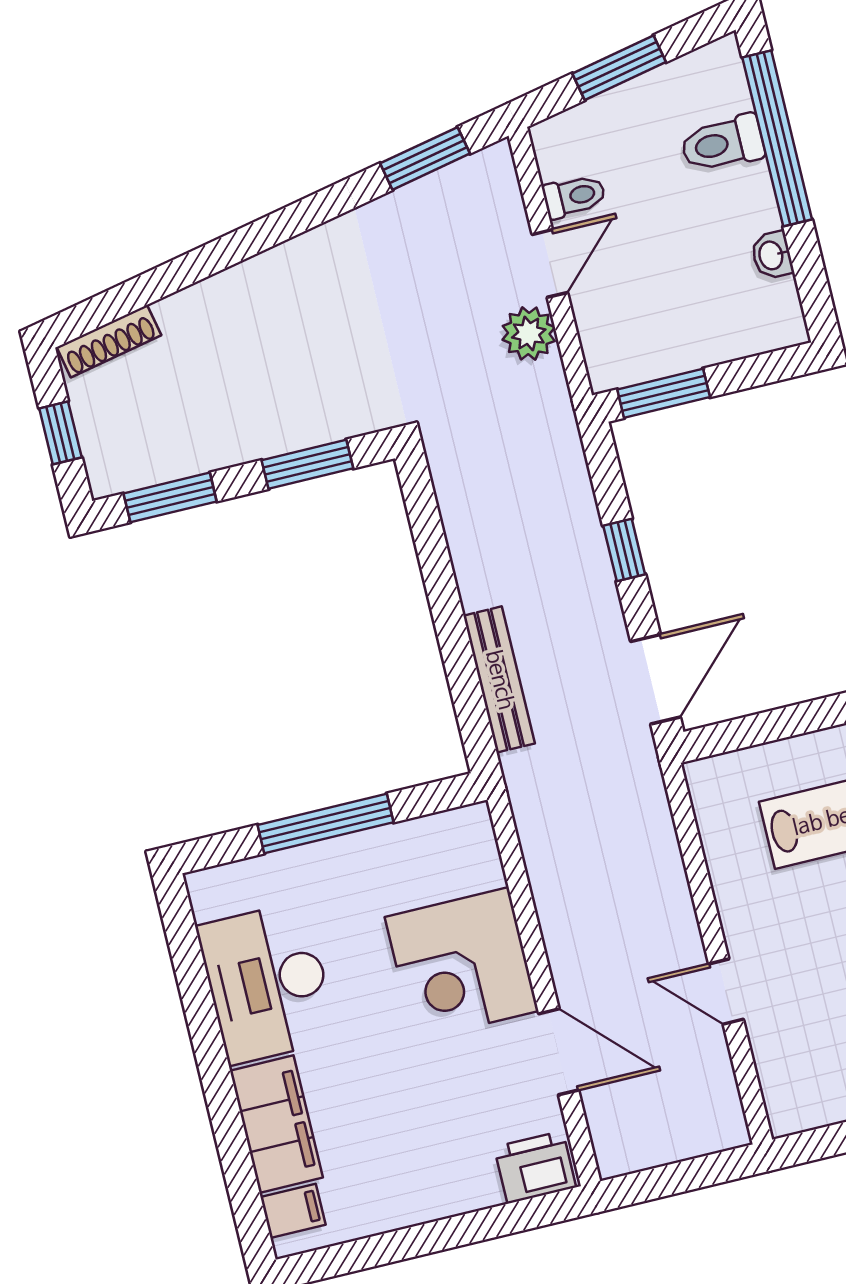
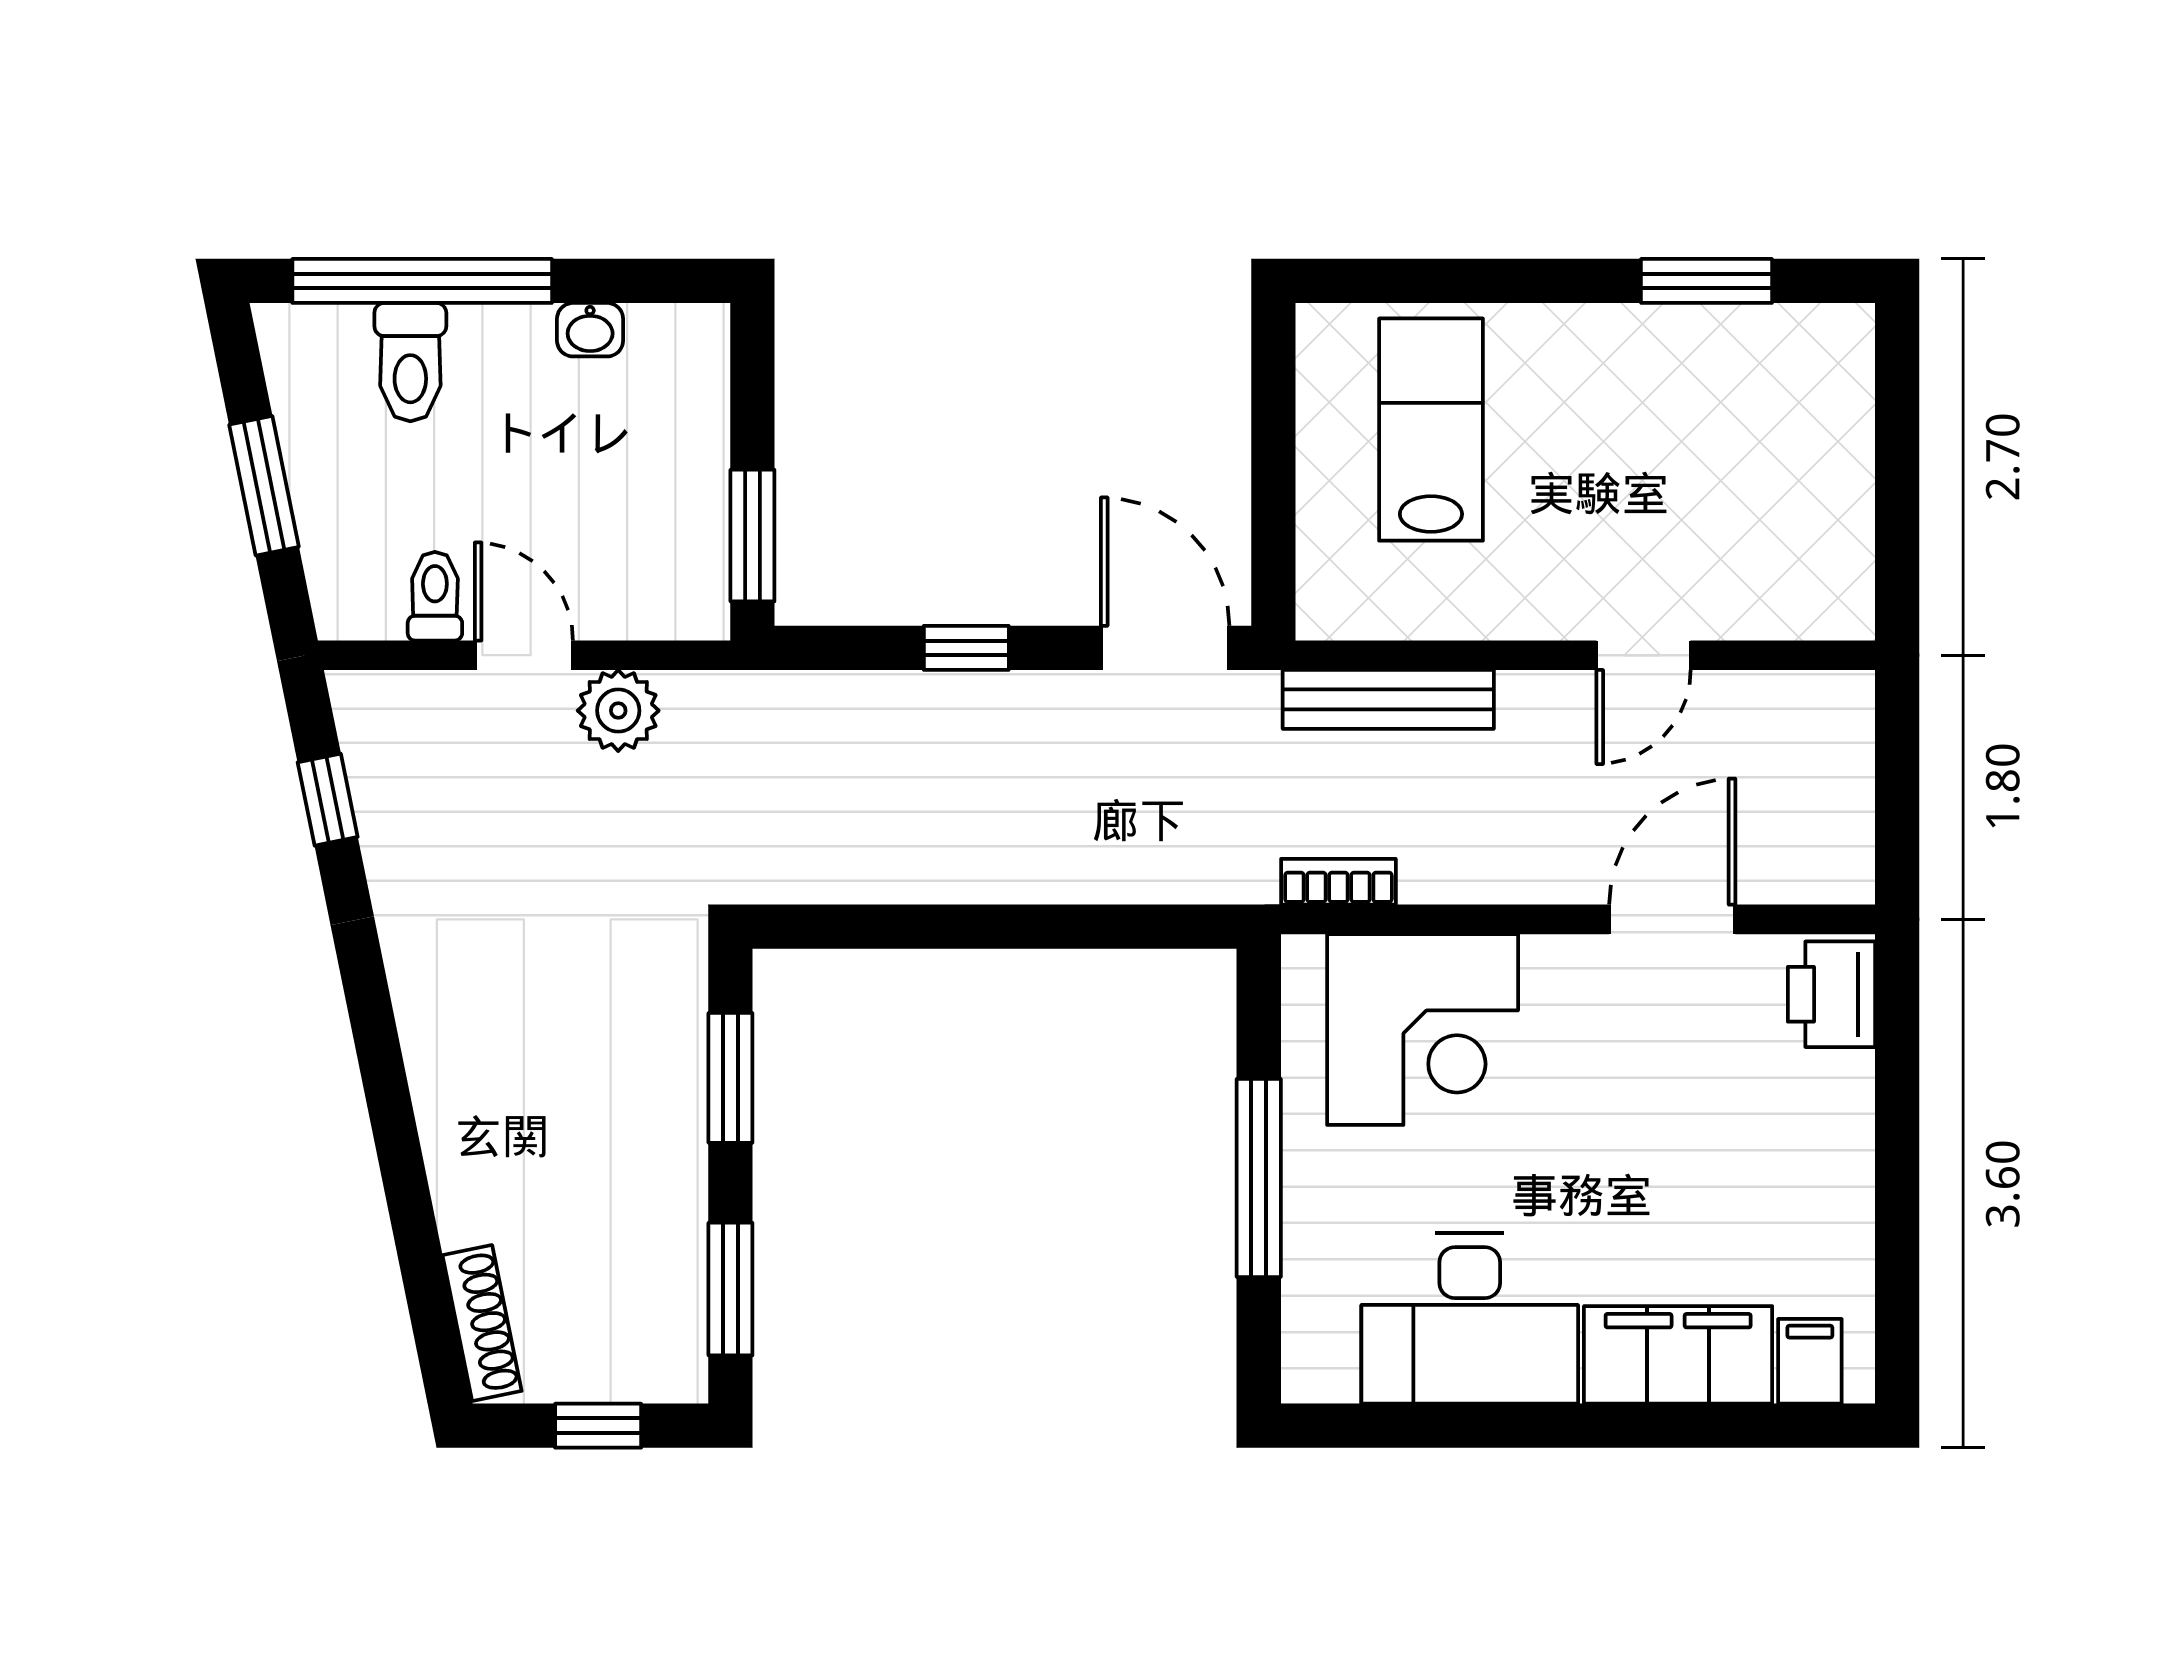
window: (425, 158) -> (328, 800), width x0.67
bench: (499, 680) -> (1388, 699), moved
bookcase: (531, 829) -> (1338, 882), added
corner desk: (462, 964) -> (1423, 1030), moved

